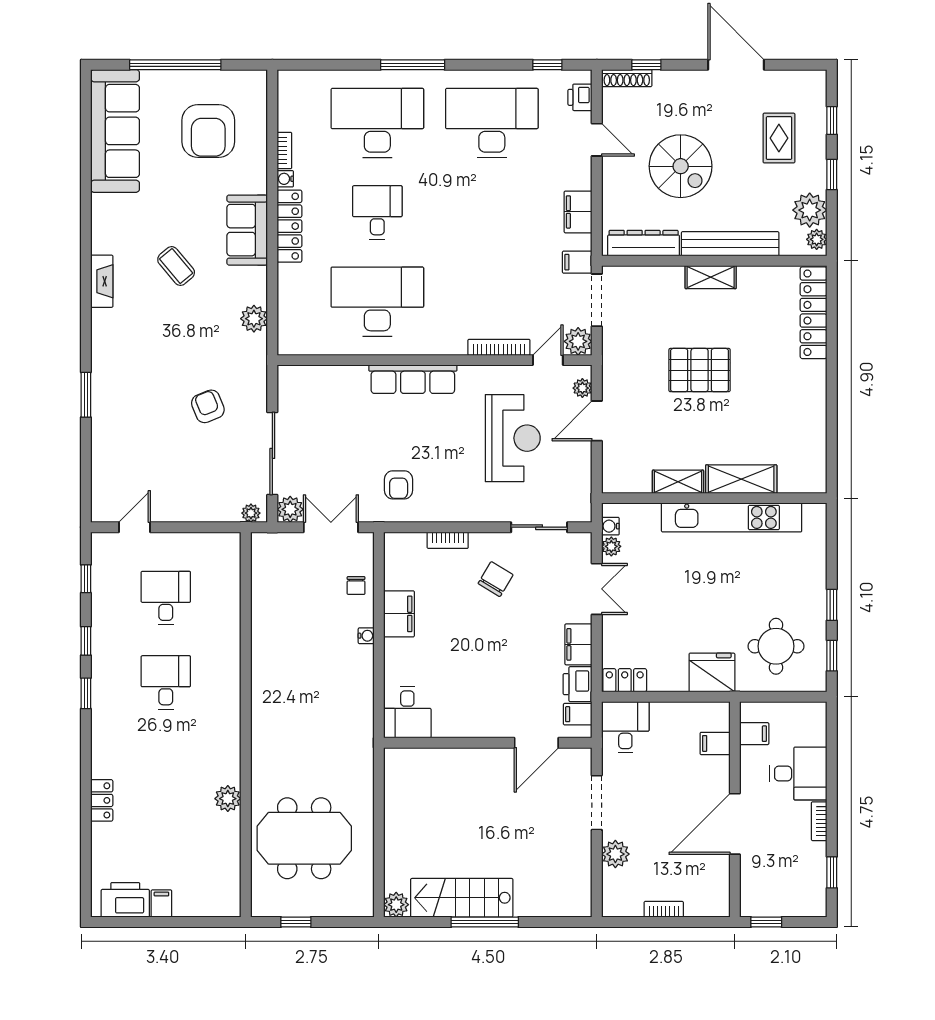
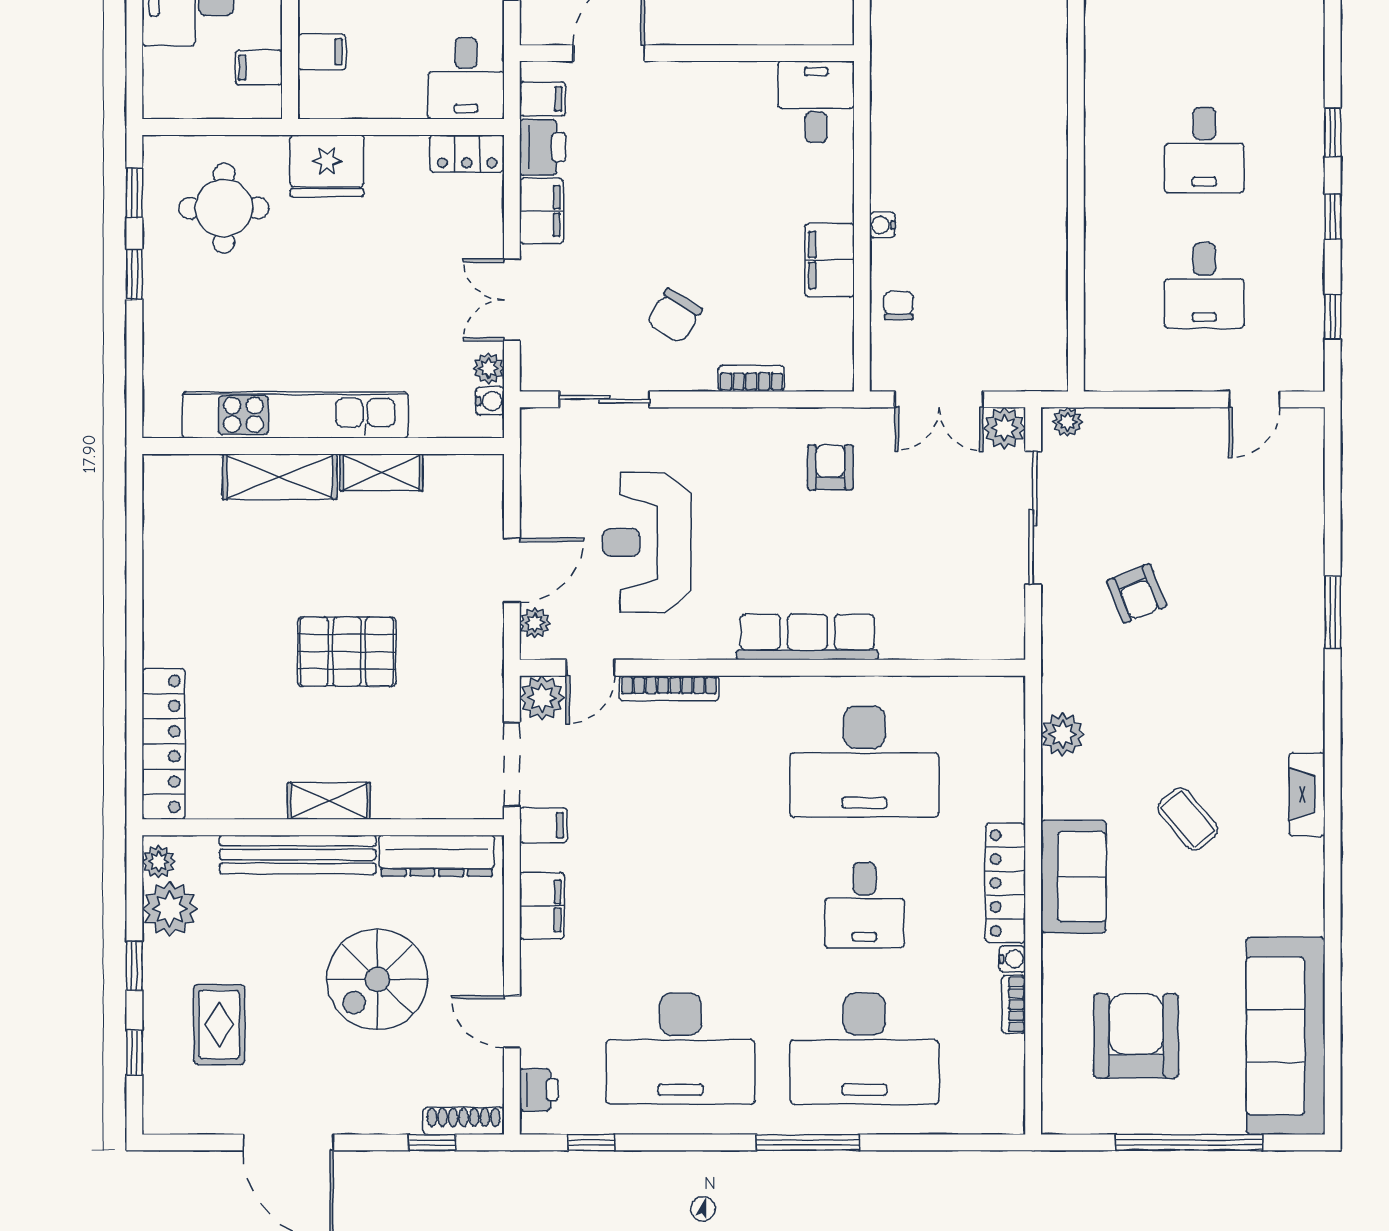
spiral stairs: (681, 166) -> (377, 979), turned -90

